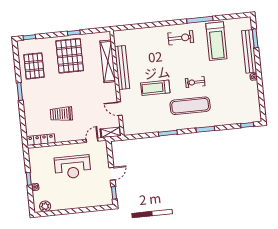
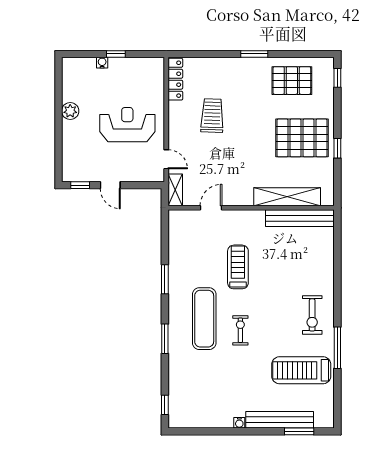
bench: (122, 68) -> (300, 218), moved
reception desk: (73, 167) -> (127, 125), turned 90
plant: (45, 206) -> (70, 111), moved

